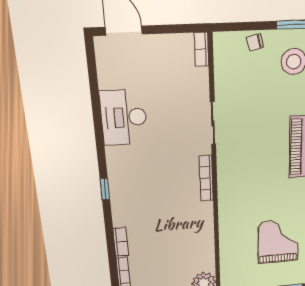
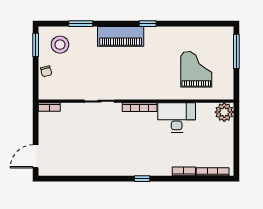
desk: (124, 117) -> (177, 117), moved, turned 180
grand piano: (278, 241) -> (196, 69), moved, turned 90

